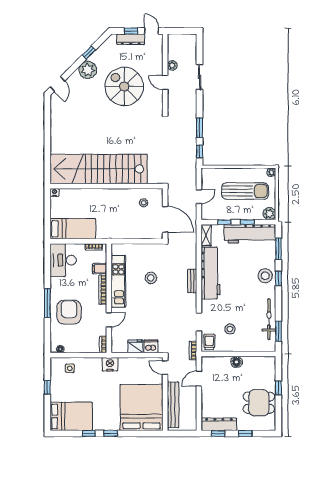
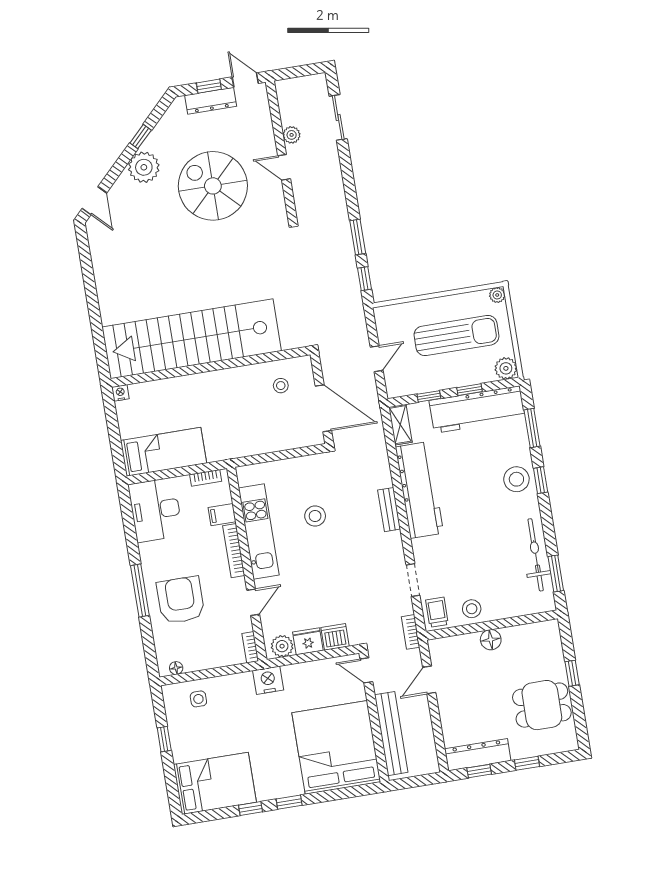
sliding door: (200, 77) -> (338, 117), moved
stool: (230, 329) -> (472, 609), moved
plant: (121, 347) -> (282, 646), added

